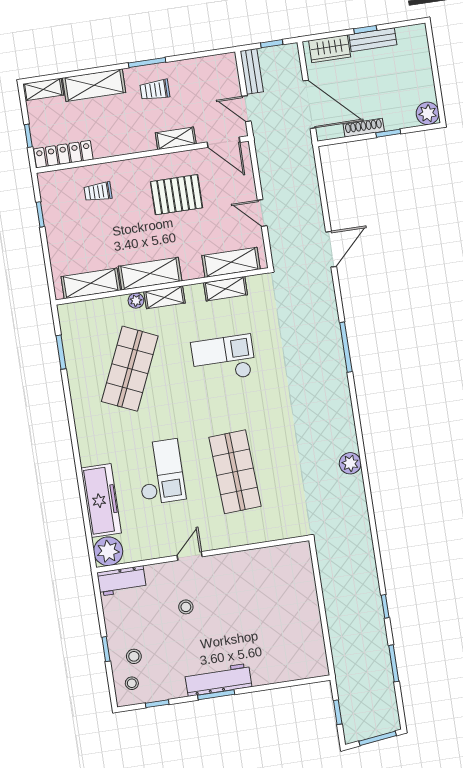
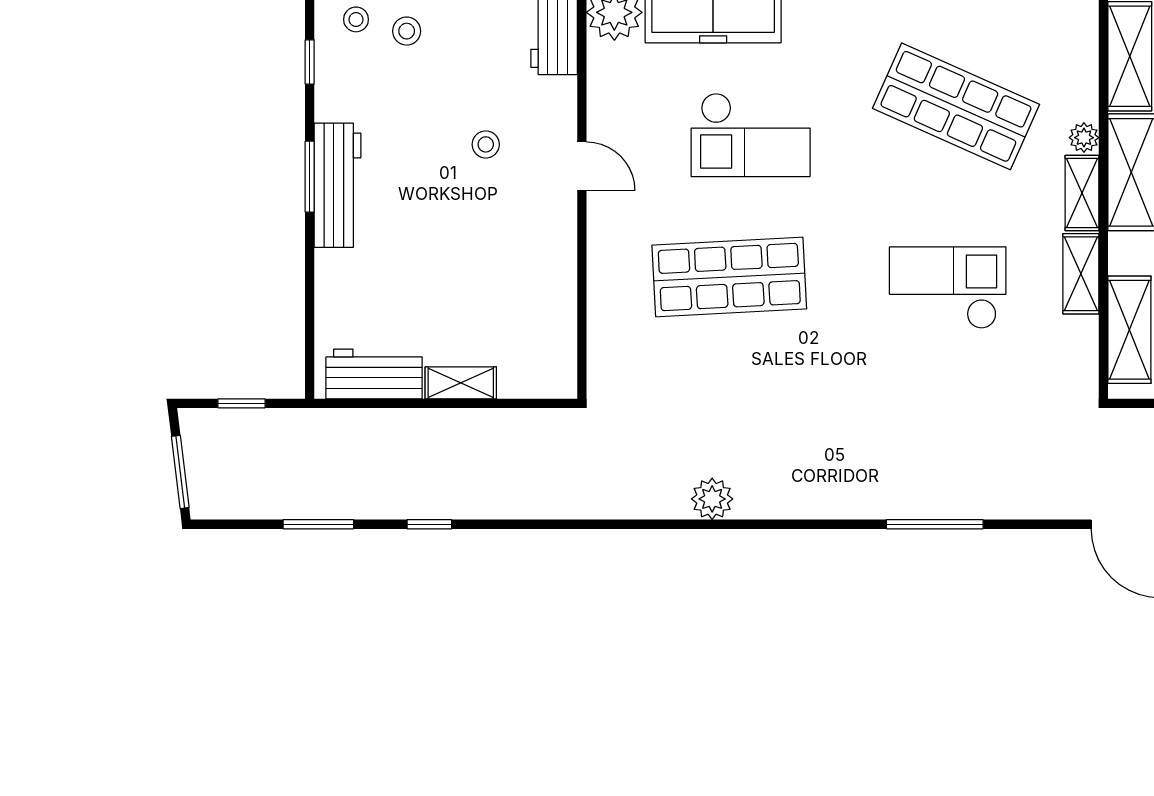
shelving: (225, 289) -> (1081, 274), moved
checkout: (224, 359) -> (948, 288), turned -90
shelving: (310, 601) -> (461, 383), added
workbench: (312, 646) -> (374, 374), added

